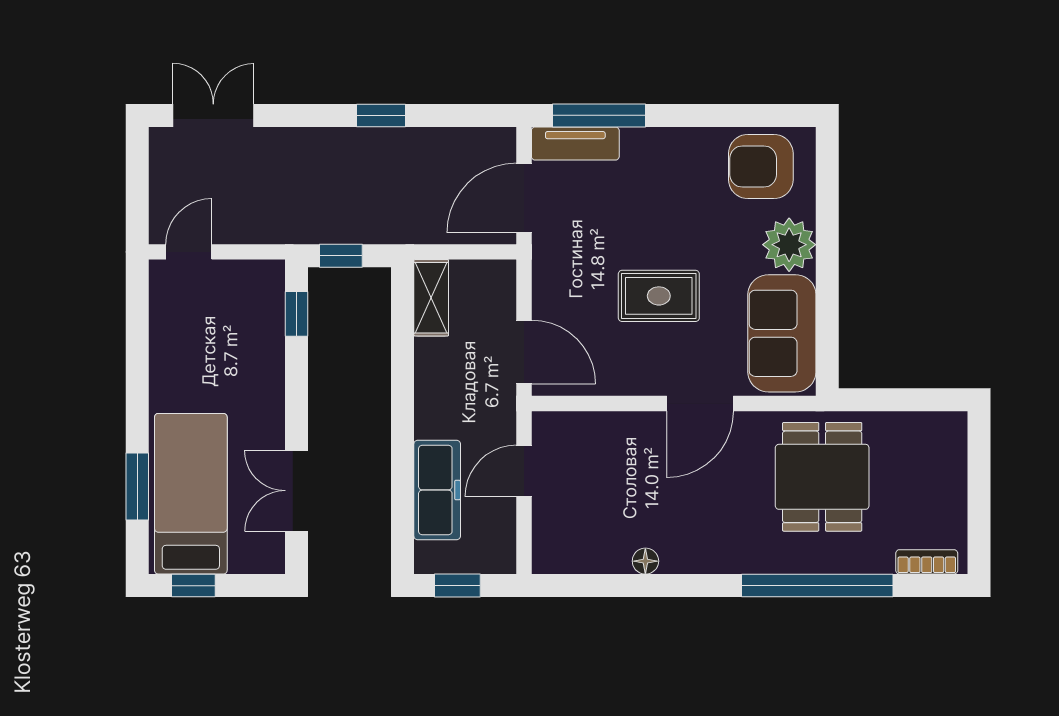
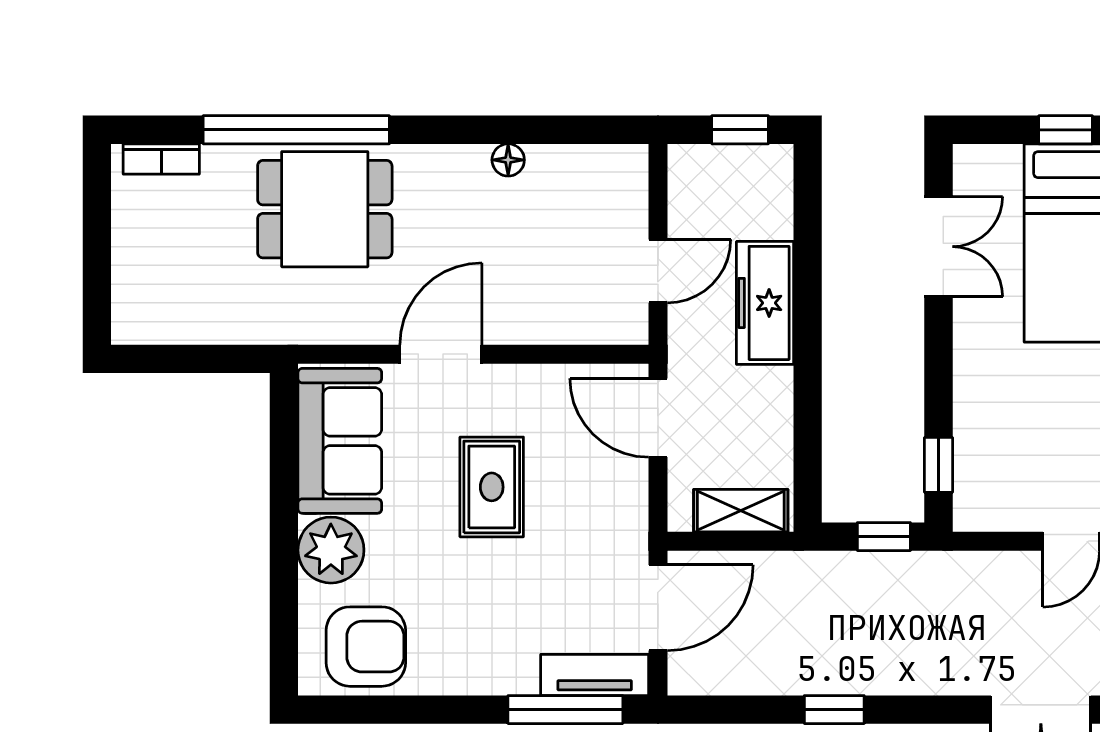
rug: (659, 296) -> (492, 487), turned 90
shelving: (431, 298) -> (741, 511), moved, turned 90
dining table: (822, 477) -> (325, 209), moved, turned 90
freezer: (437, 490) -> (765, 303), moved

